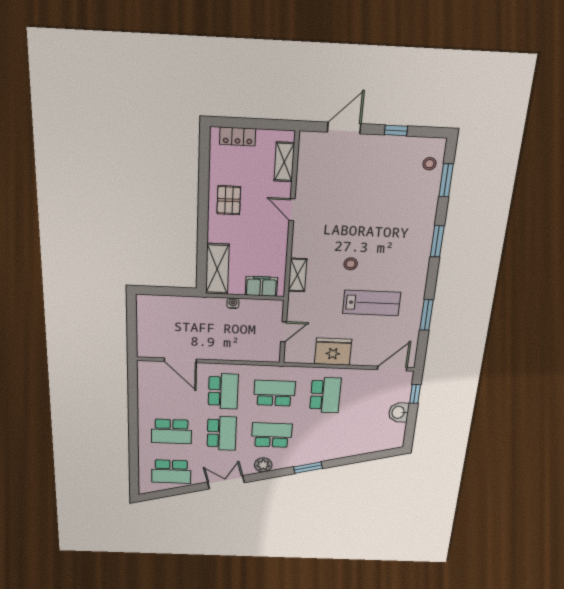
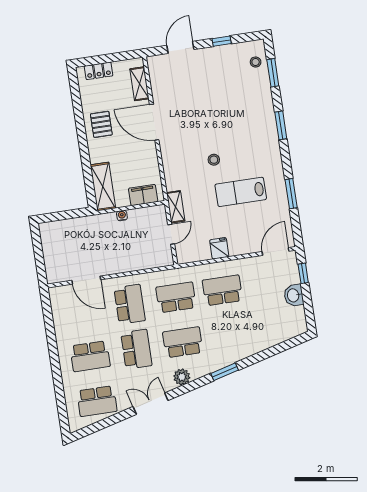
door: (292, 210) -> (154, 122), width x1.88
shelving: (297, 275) -> (176, 207), moved
lab bench: (372, 303) -> (241, 192), turned 180
fridge: (333, 352) -> (219, 248), width x0.53, depth x0.75
school desk: (325, 395) -> (222, 290), turned -90

